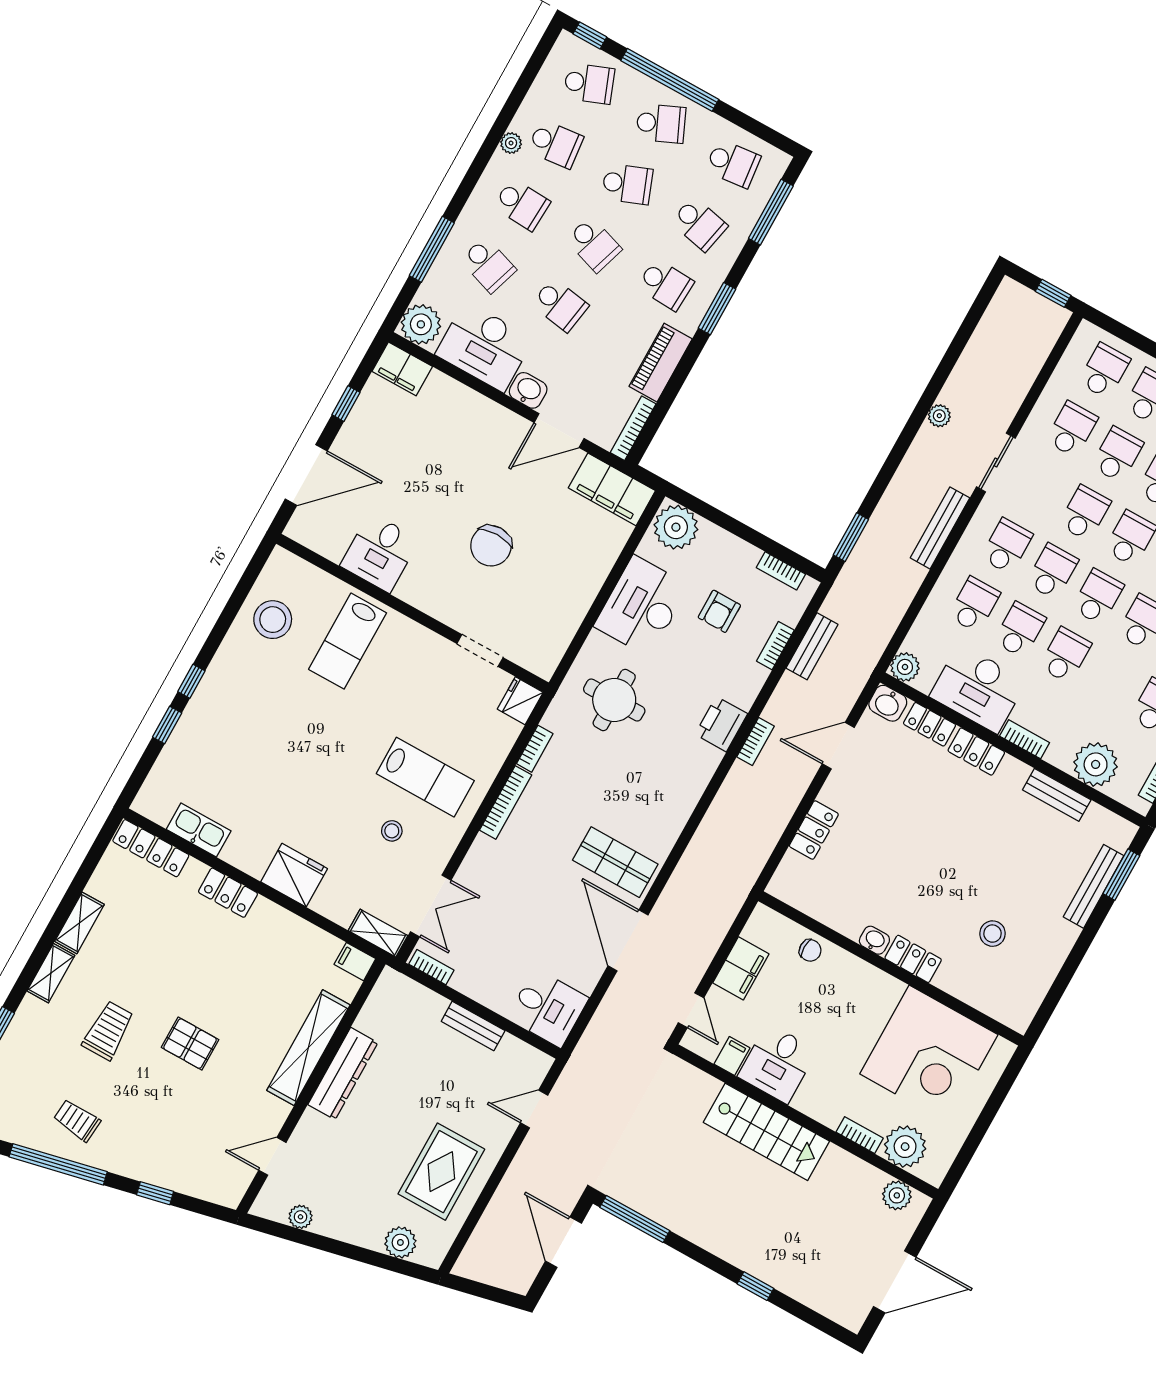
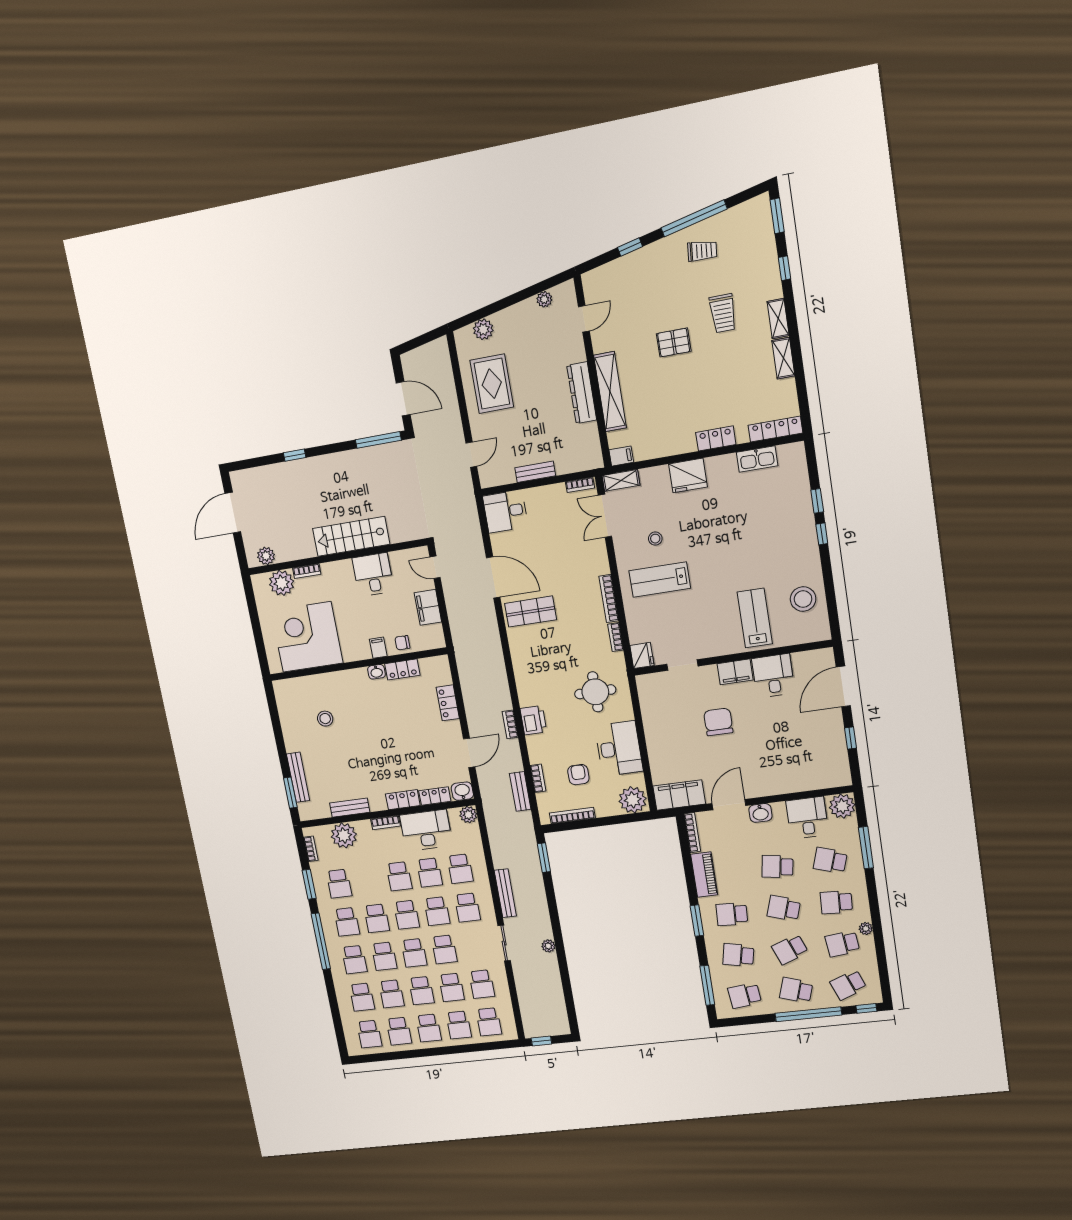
school desk: (661, 124) -> (796, 990), turned 42
desk: (484, 347) -> (807, 818), width x0.73
filing cabinet: (402, 369) -> (735, 672), moved, turned 180
bookcase: (781, 571) -> (572, 816), width x1.56
locker: (913, 959) -> (402, 669), moved
filing cabinet: (732, 1056) -> (378, 648), moved, turned 180

